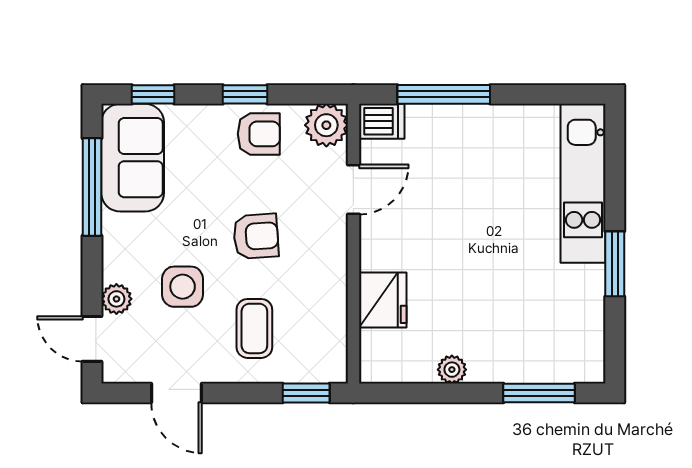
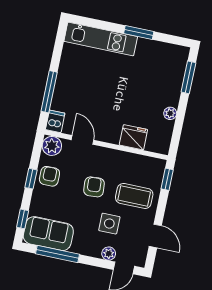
coffee table: (254, 328) -> (134, 196), width x1.36, depth x1.30
door: (176, 393) -> (155, 236), hinge flipped

